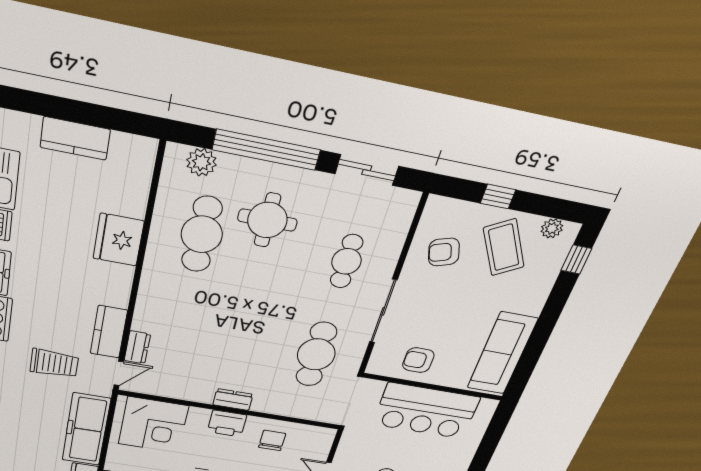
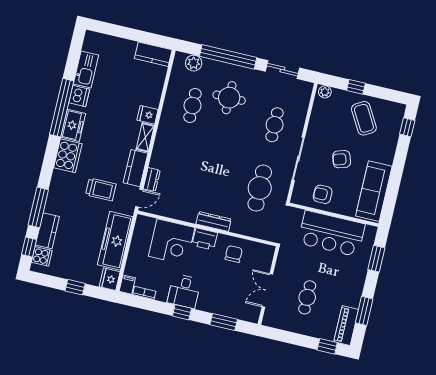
kitchen counter: (75, 138) -> (153, 54), moved
plant: (552, 228) -> (325, 92), moved
cafe table: (202, 234) -> (193, 105), width x0.73, depth x0.74
fridge: (119, 240) -> (148, 115), width x0.53, depth x0.75
armchair: (444, 252) -> (342, 159), moved
shelving: (121, 286) -> (145, 137), added
dresser: (233, 400) -> (214, 222), width x1.44
corner desk: (153, 425) -> (172, 242), moved
window: (491, 440) -> (376, 259), added

